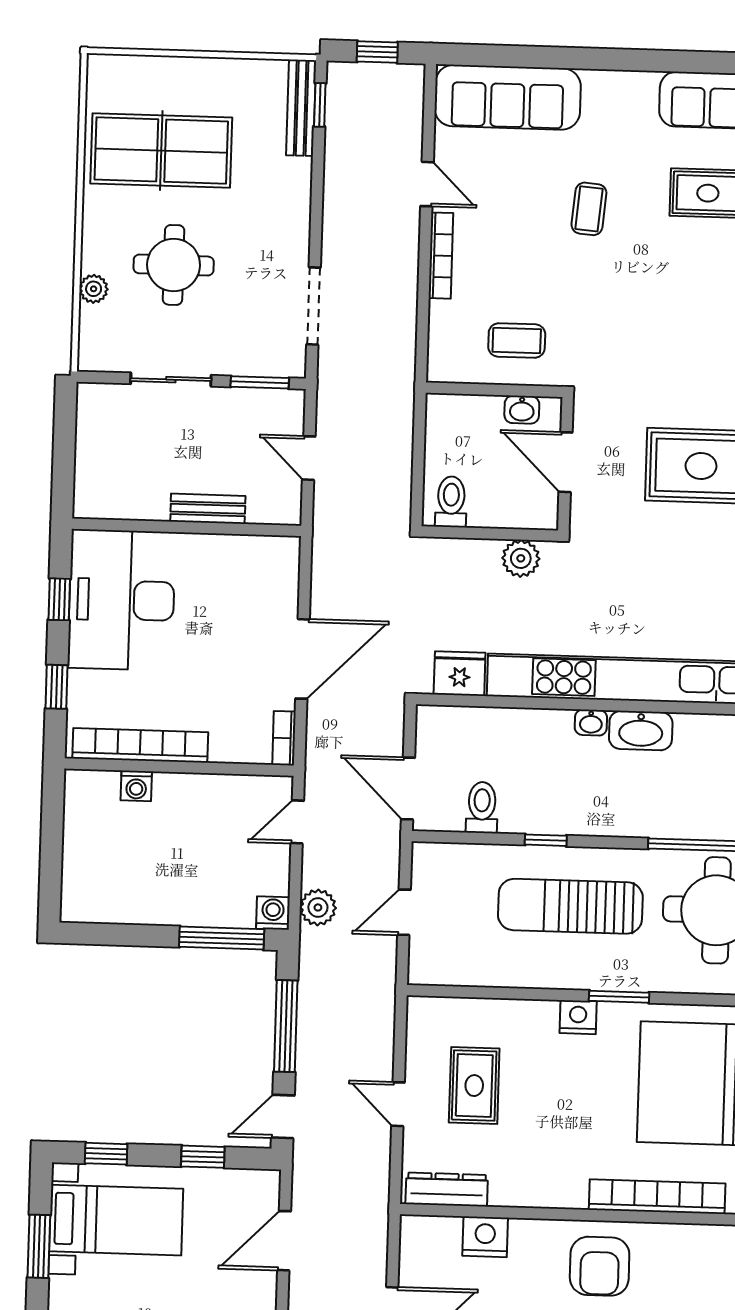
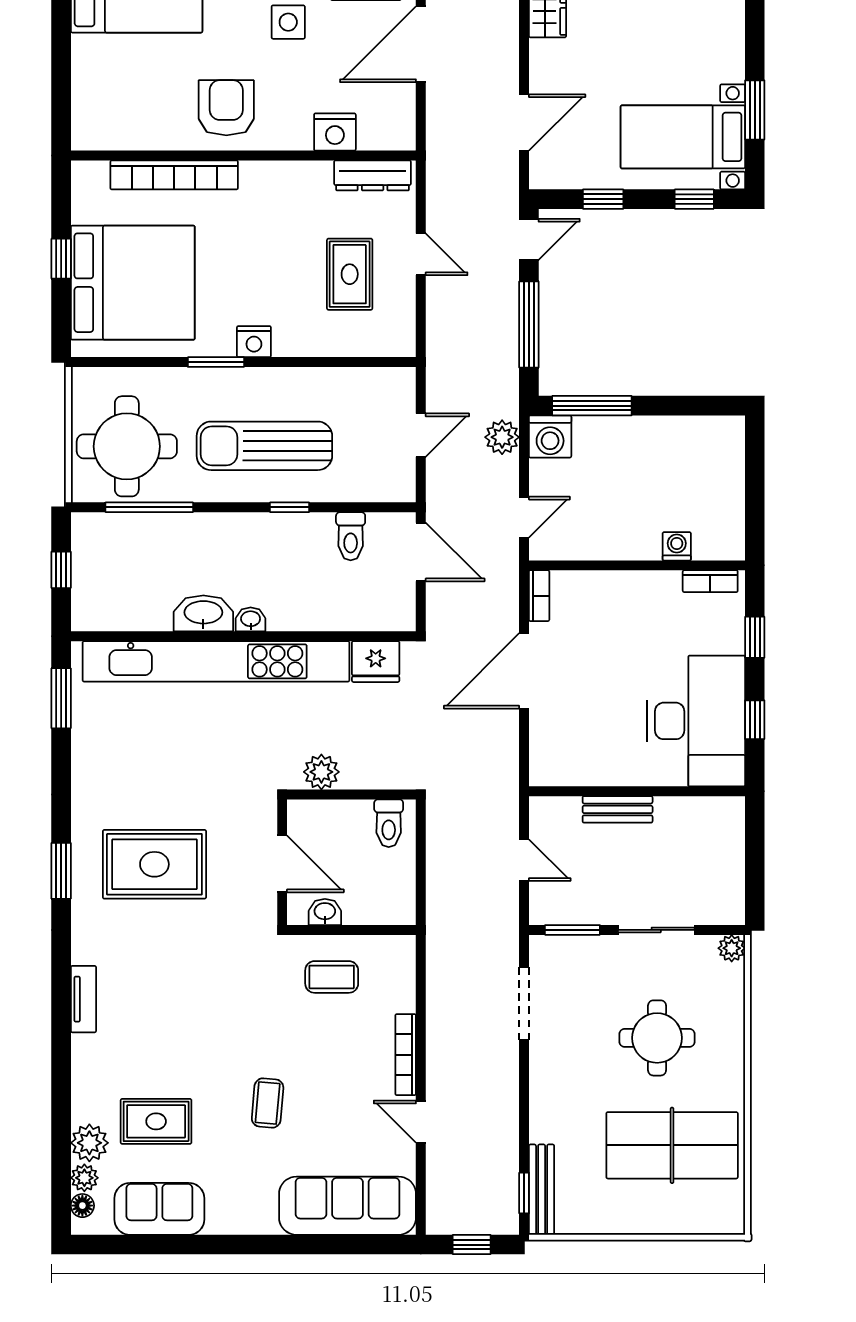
plant: (94, 289) -> (732, 948), moved
bookcase: (140, 745) -> (710, 581), width x0.43, depth x0.76
sun lounger: (570, 906) -> (264, 446), turned 180
washing machine: (273, 913) -> (550, 436), width x1.38, depth x1.38

